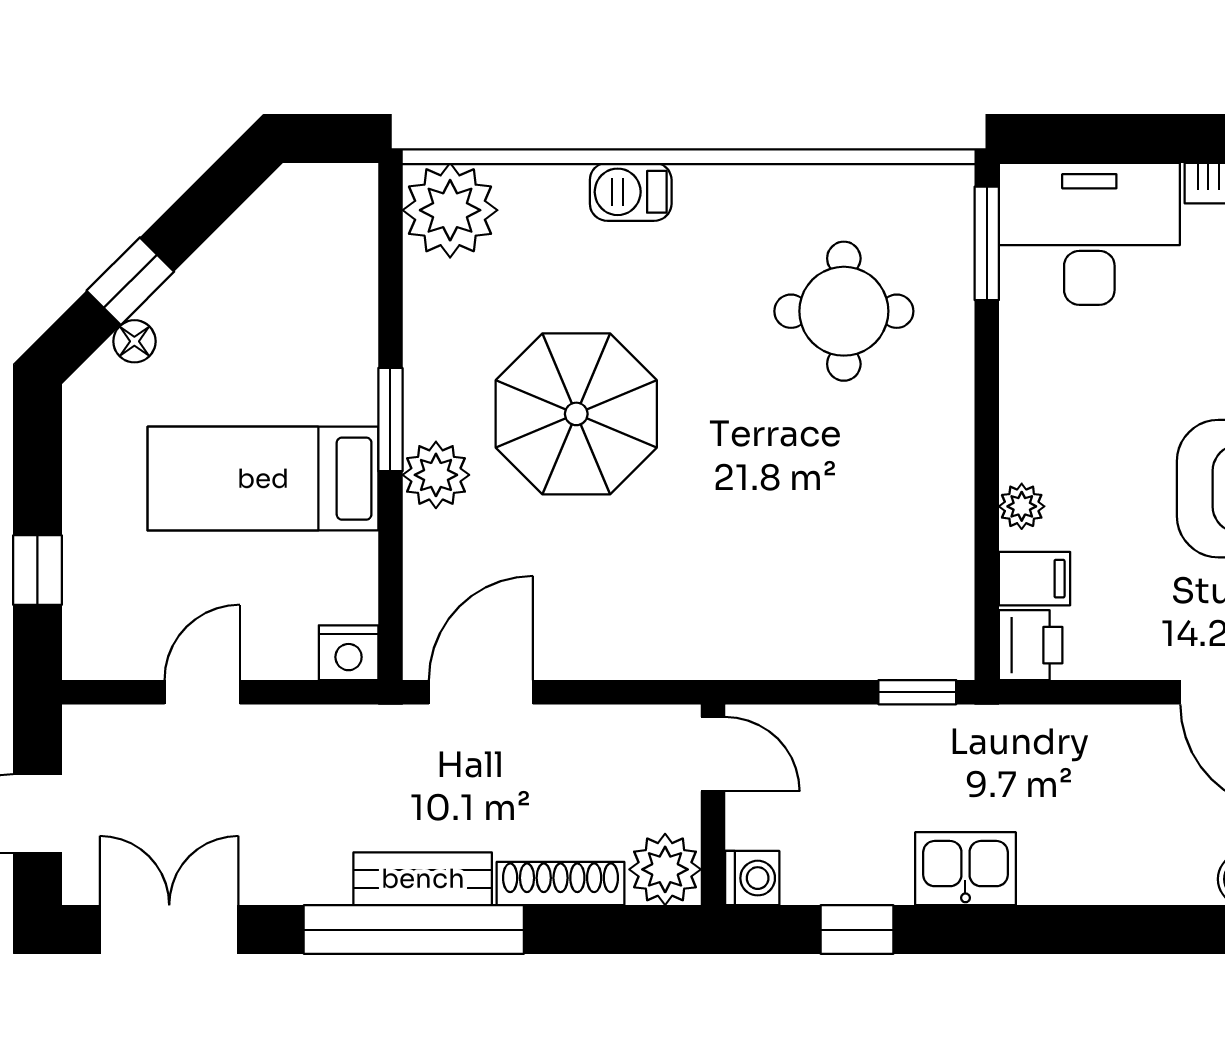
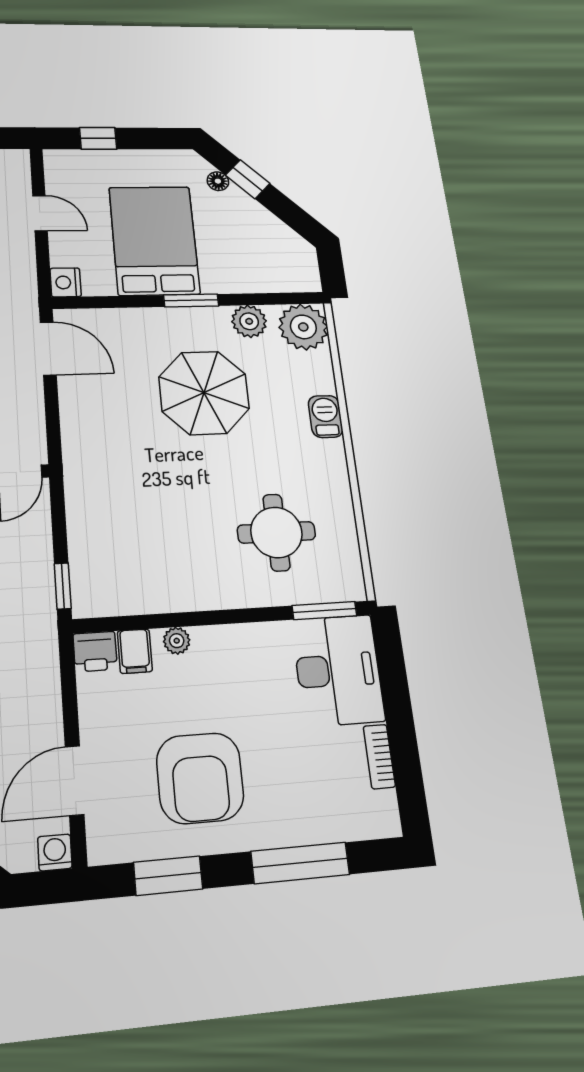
plant: (436, 475) -> (249, 321), moved
bed: (263, 479) -> (154, 240), width x1.50

